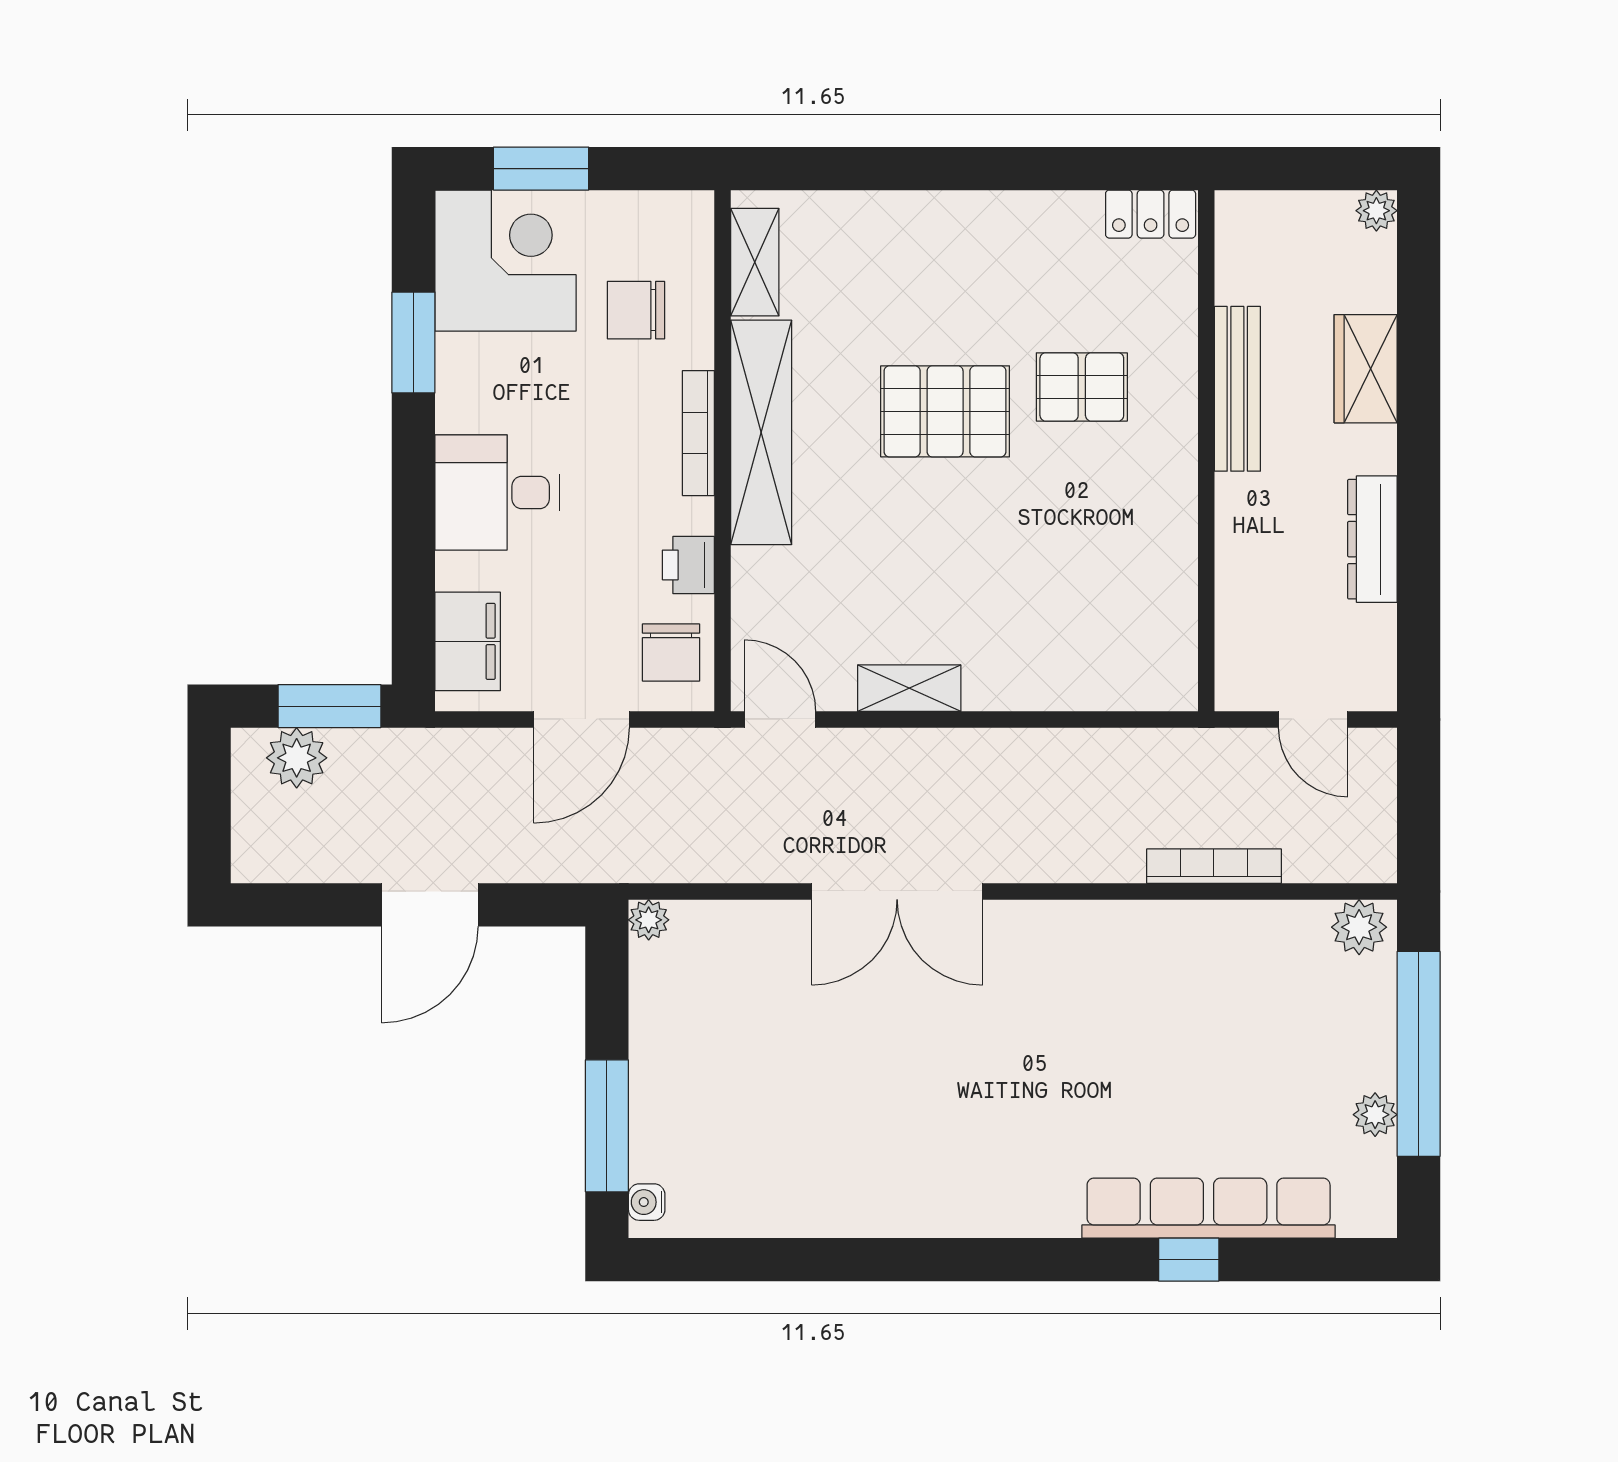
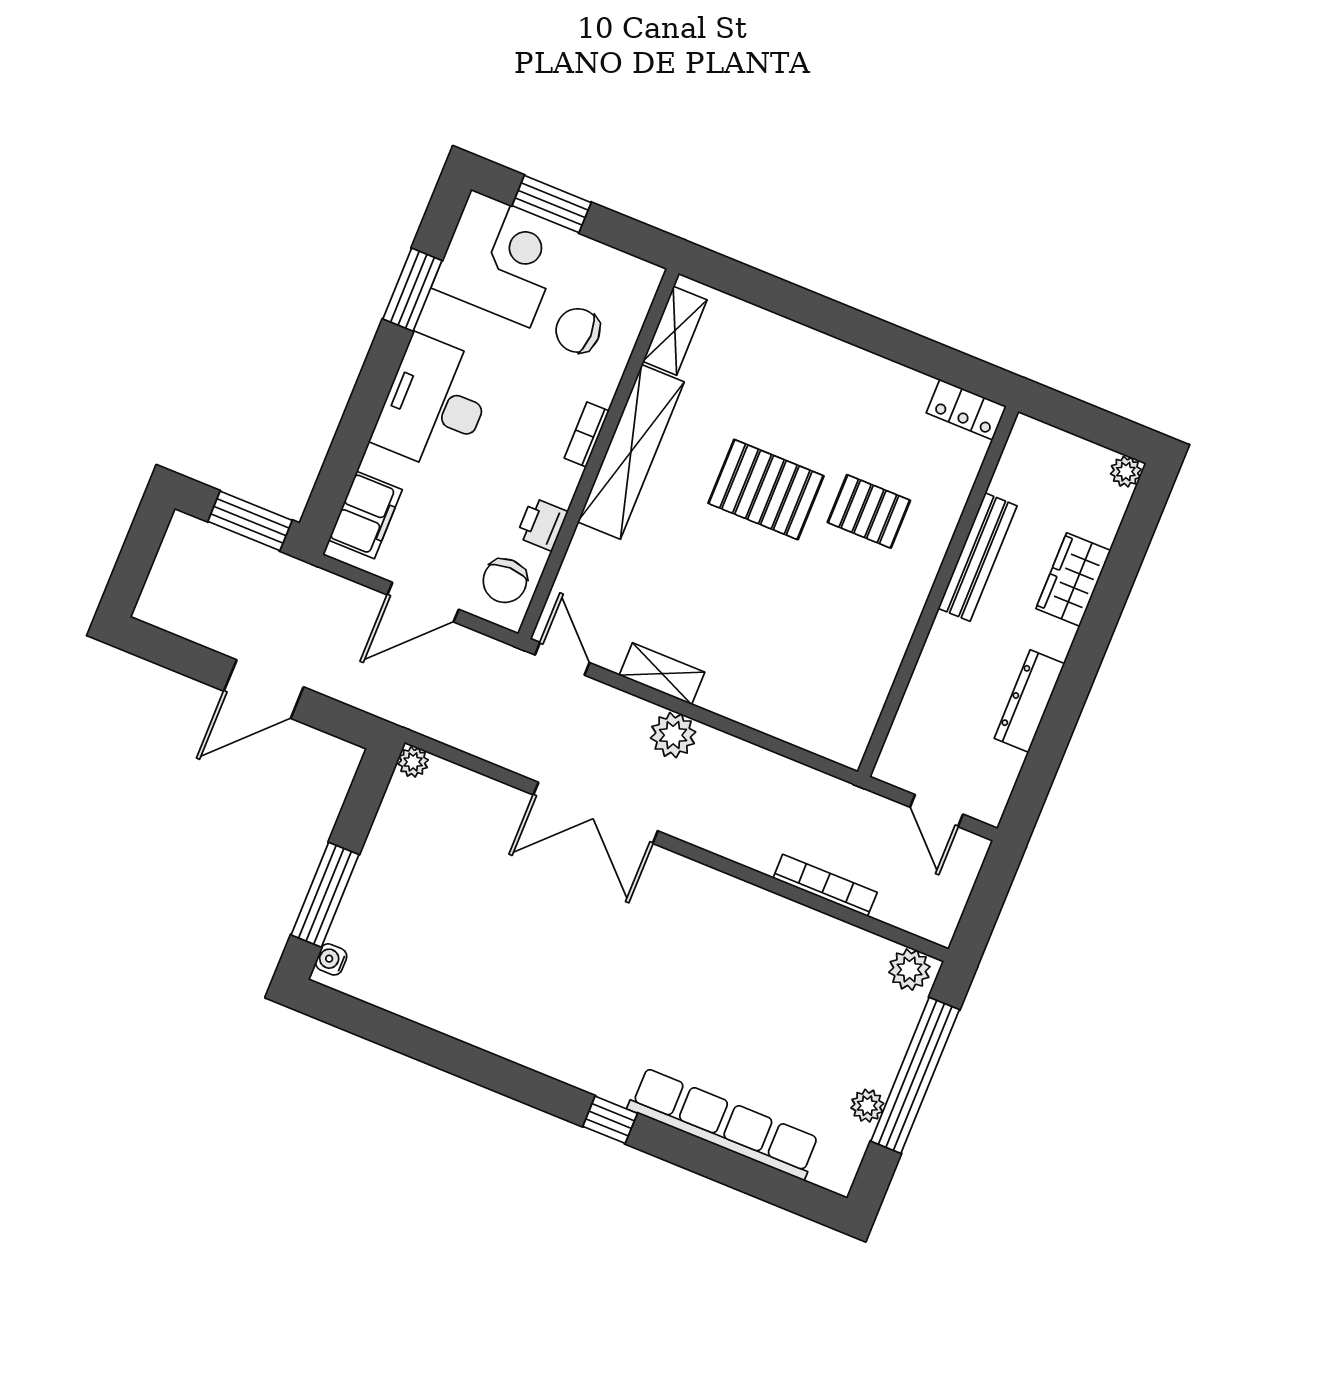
bookcase: (698, 433) -> (587, 435), width x0.64
desk: (497, 492) -> (435, 404), width x1.37
plant: (297, 758) -> (673, 735), moved
window: (1189, 1260) -> (610, 1120), moved

